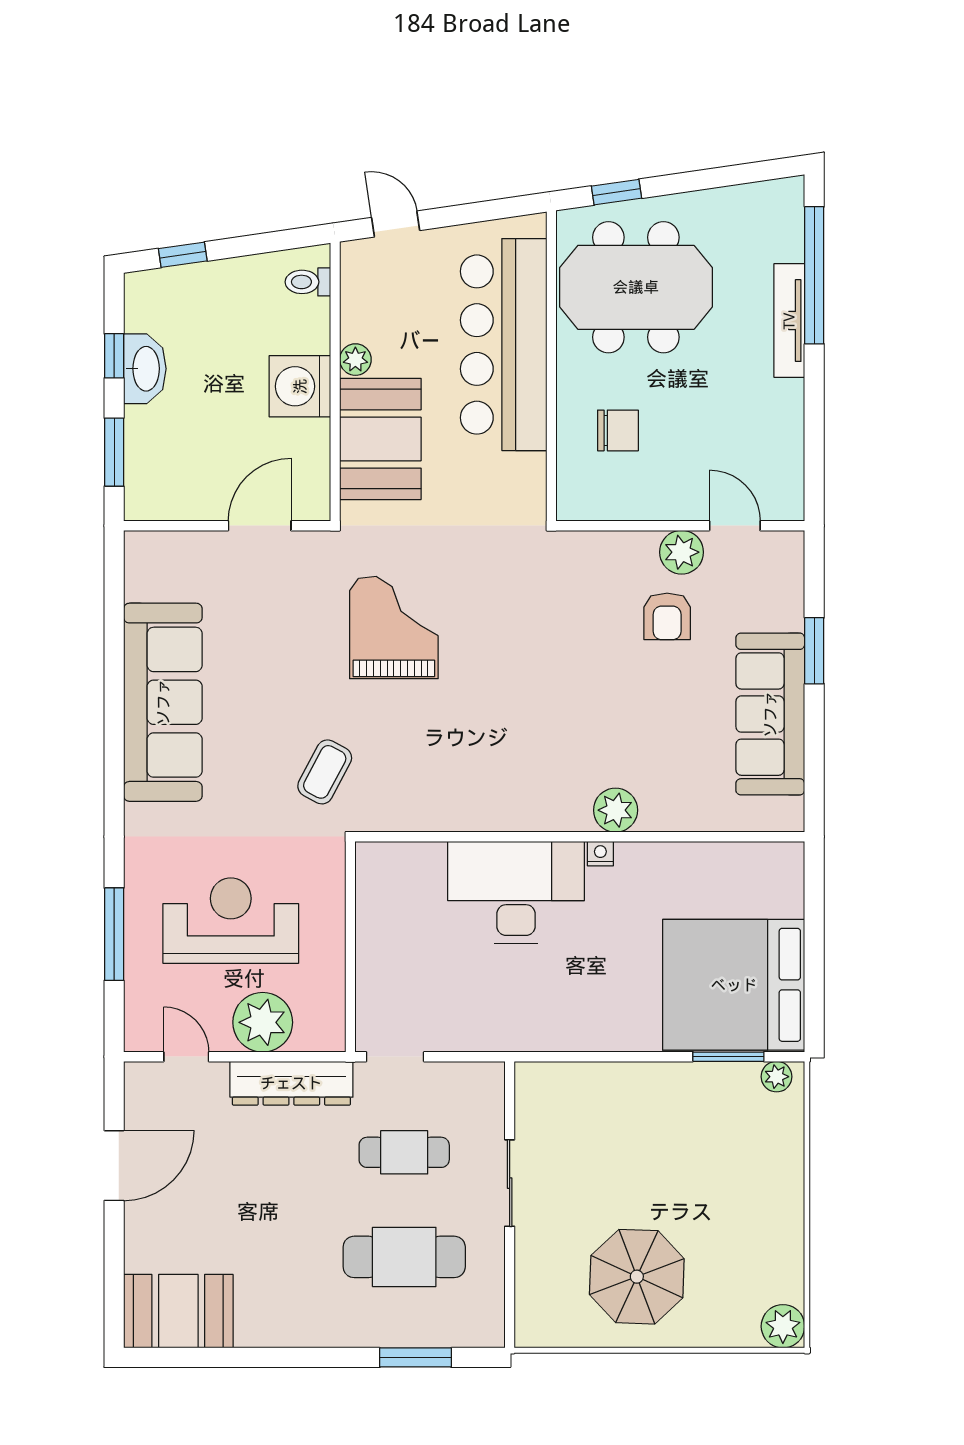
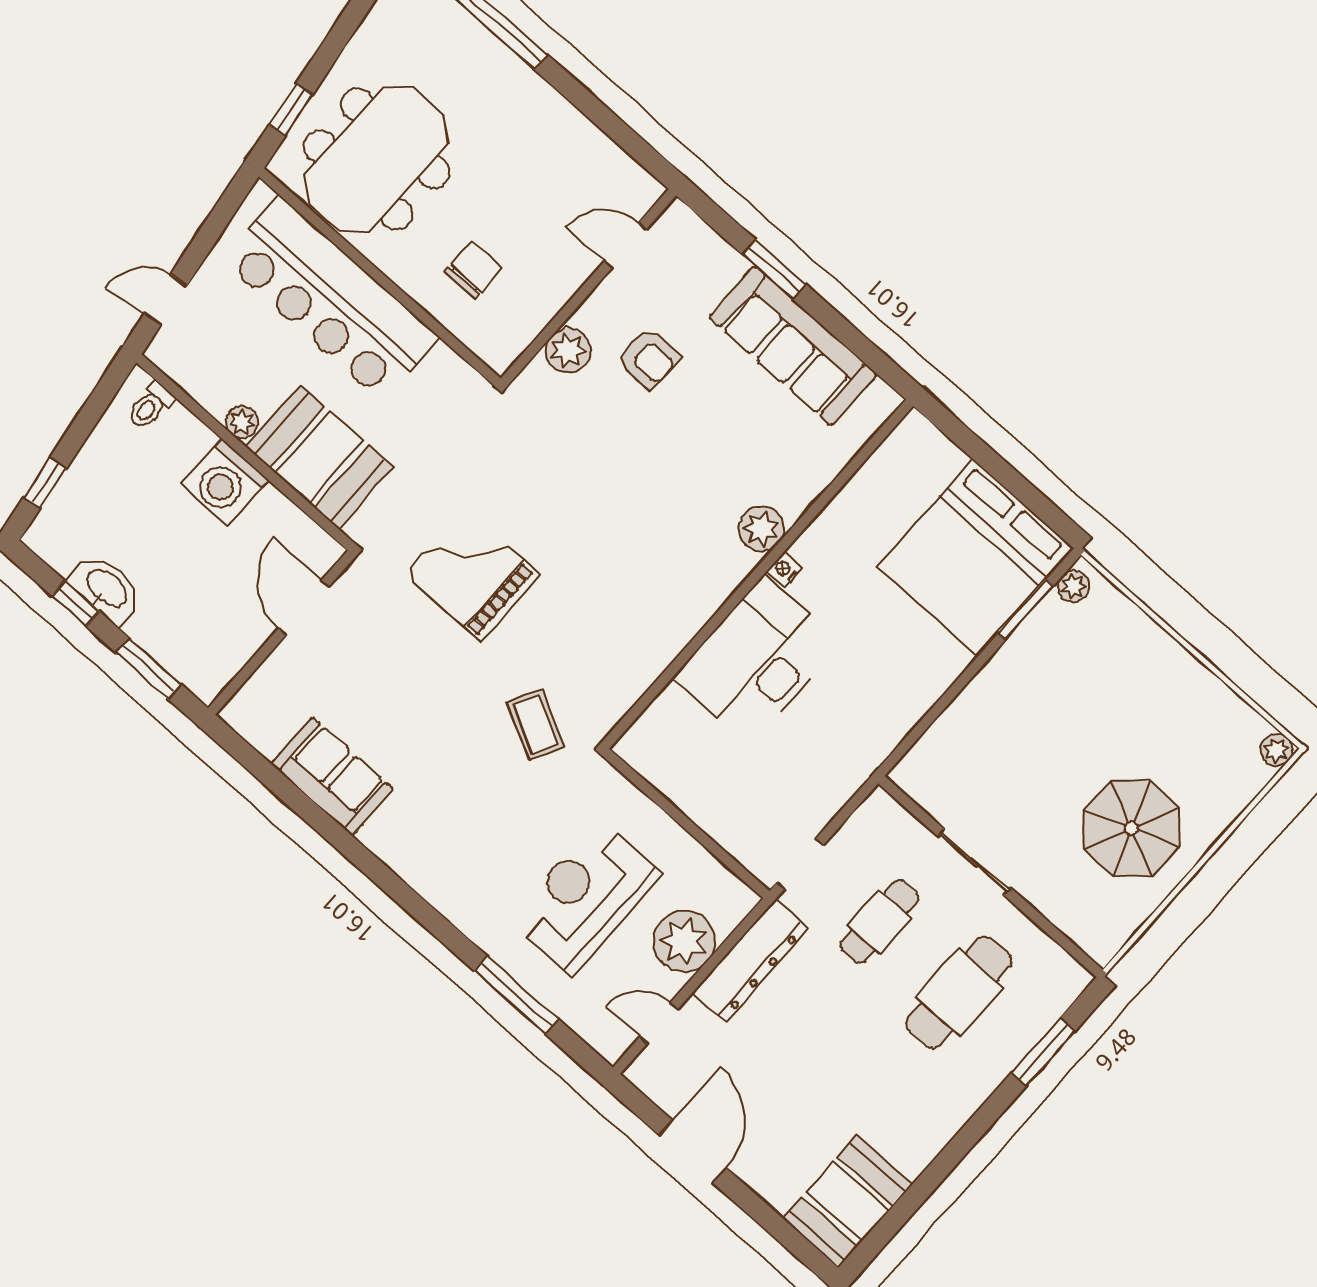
tv unit: (789, 321) -> (506, 65), removed
plant: (682, 552) -> (568, 350), moved
sofa: (163, 702) -> (332, 776), width x0.54, depth x0.79
plant: (783, 1326) -> (1277, 750), width x0.73, depth x0.73

